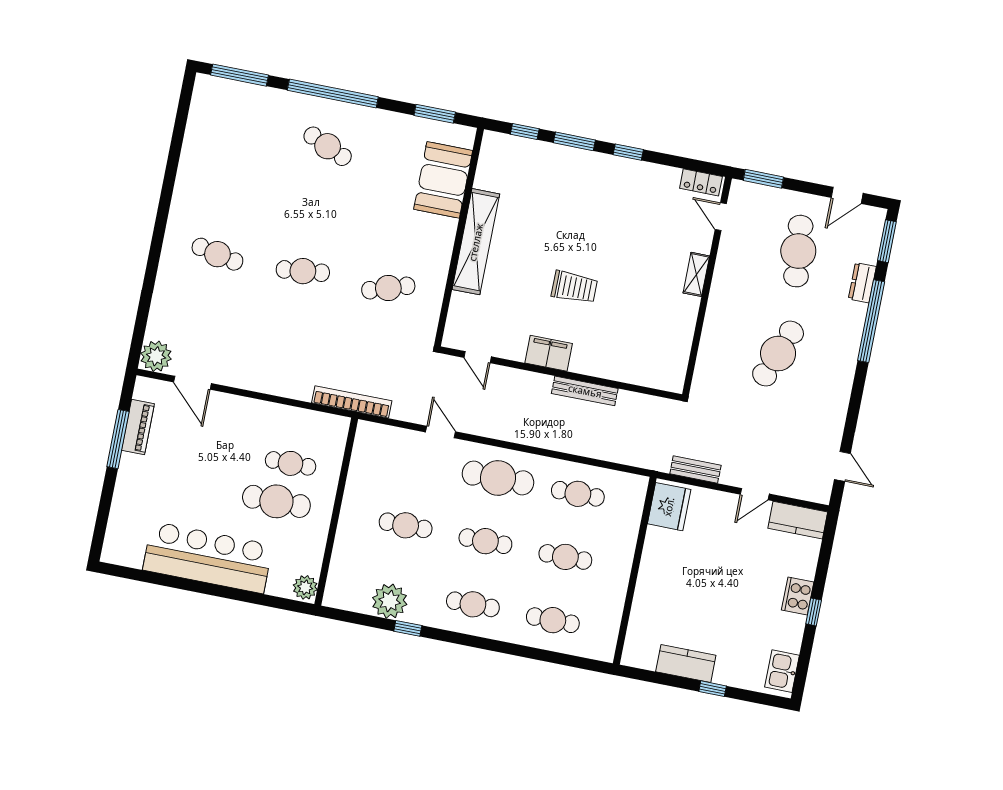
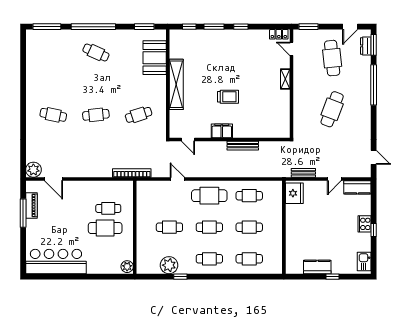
dresser: (862, 283) -> (366, 46), moved
bar counter: (208, 557) -> (56, 262), moved

